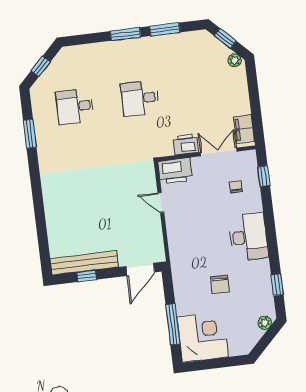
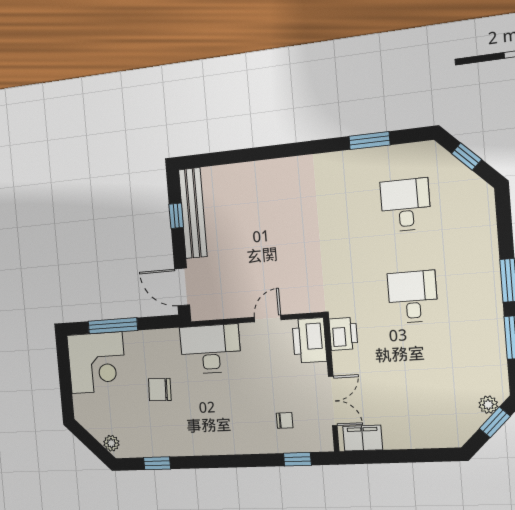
plant: (235, 60) -> (488, 405), moved
printer: (186, 144) -> (343, 334), moved
desk: (248, 237) -> (210, 349), moved, turned 180

